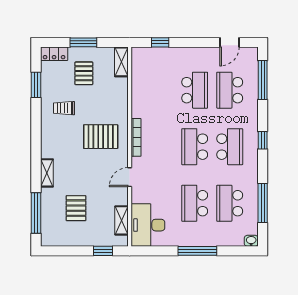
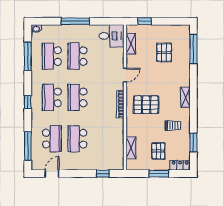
shelving: (121, 62) -> (131, 148), moved
school desk: (195, 147) -> (77, 97), turned 180
shelving: (47, 173) -> (185, 97), moved
school desk: (195, 203) -> (77, 56), turned 180
school desk: (230, 203) -> (52, 56), turned 180
desk: (148, 225) -> (112, 36), width x0.73

